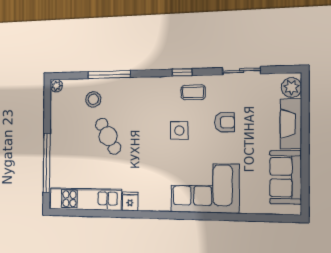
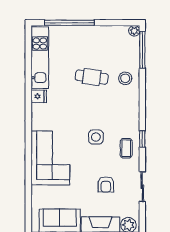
window: (109, 75) -> (142, 50), moved
stool: (93, 99) -> (125, 78), moved
armchair: (225, 122) -> (106, 184), moved
cafe table: (108, 136) -> (92, 77), turned 38

